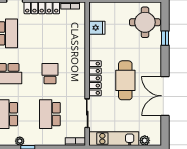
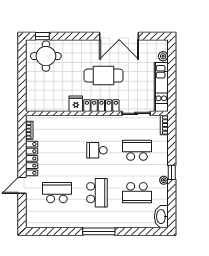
fridge: (97, 28) -> (76, 104), moved
window: (165, 38) -> (42, 36), moved
school desk: (50, 114) -> (137, 150), turned 180

